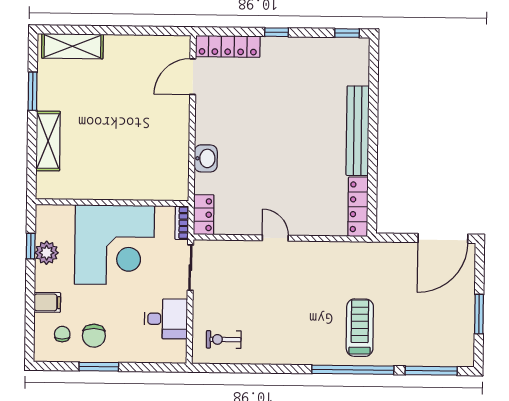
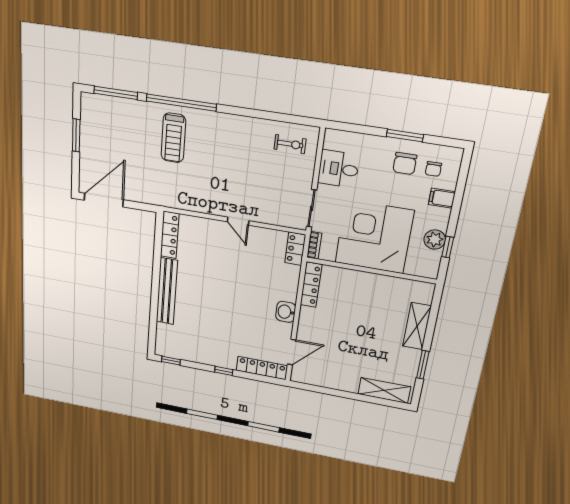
washbasin: (206, 158) -> (286, 312), moved
locker: (180, 172) -> (311, 285), added
chair: (94, 336) -> (405, 164), turned 180

